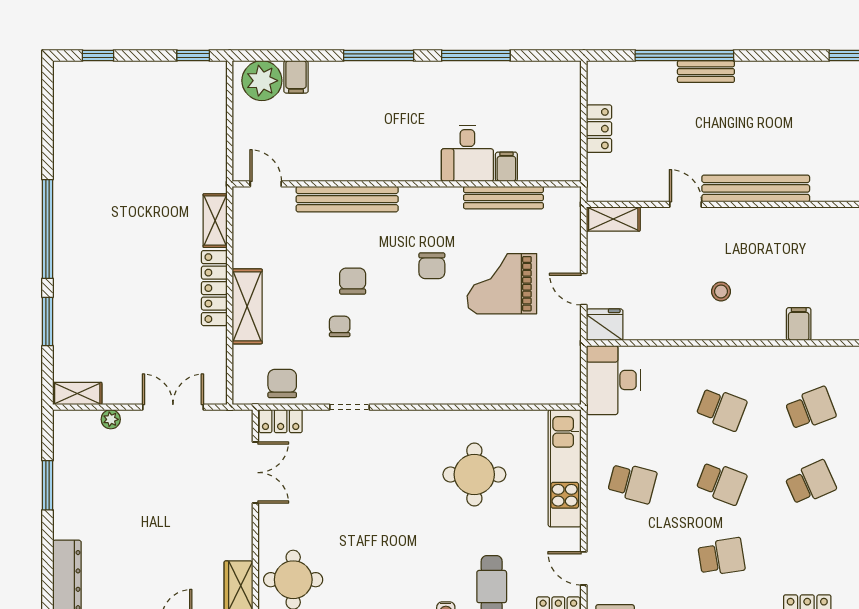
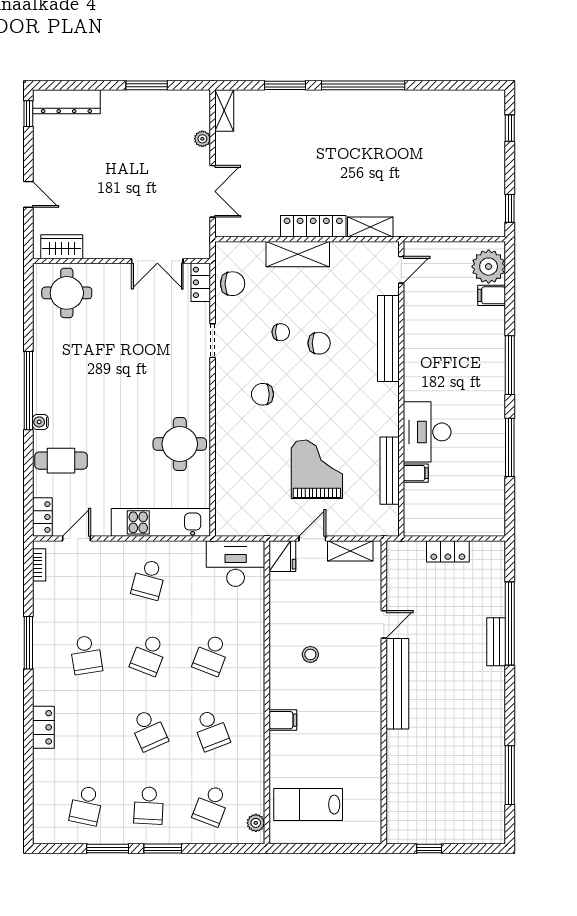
desk: (467, 153) -> (427, 432), width x1.37
shelving: (613, 219) -> (350, 551), moved, turned 90
chair: (432, 266) -> (262, 394), moved
round table: (474, 474) -> (180, 444), moved

